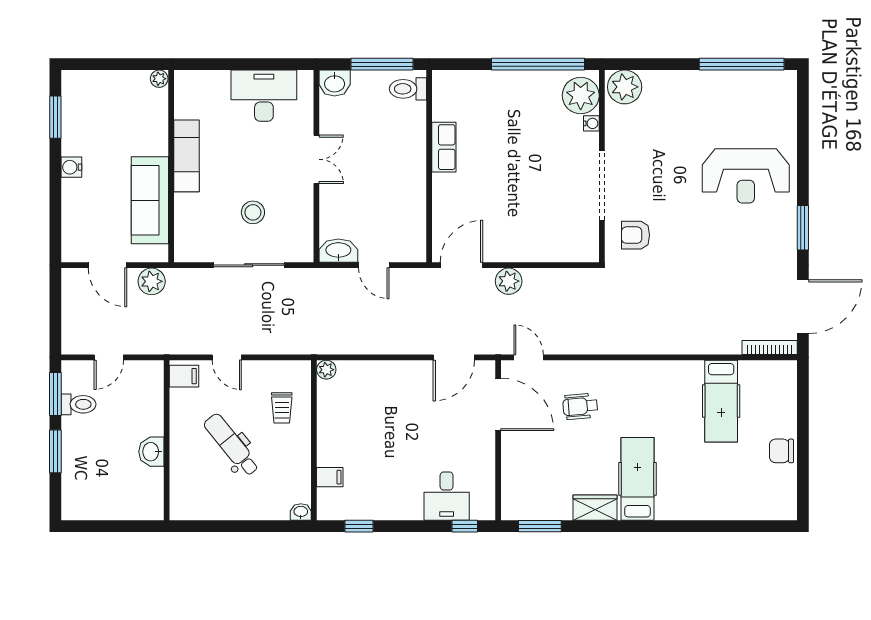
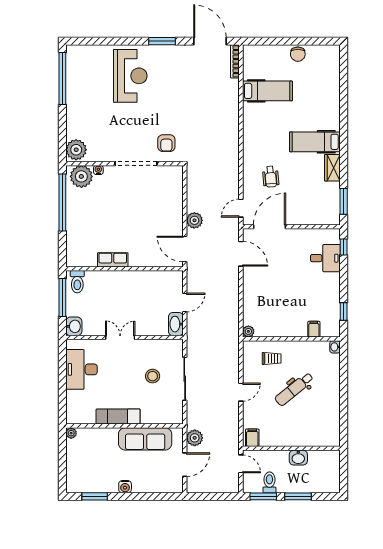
filing cabinet: (184, 376) -> (252, 438), moved
wall: (167, 440) -> (291, 448), moved
washbasin: (151, 452) -> (298, 458), moved

